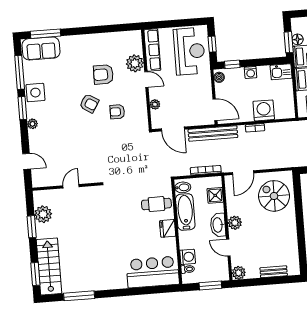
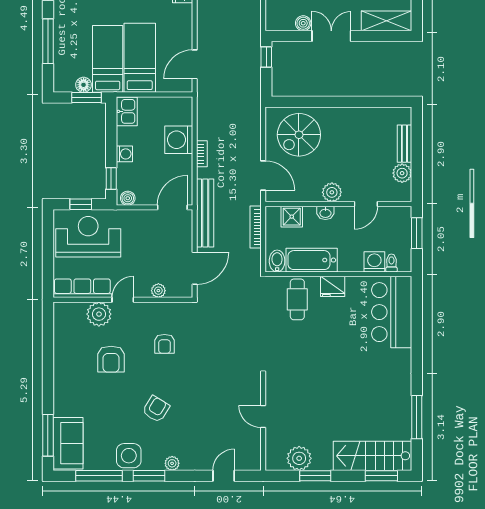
armchair: (89, 103) -> (156, 409), moved
washbasin: (218, 225) -> (325, 213), width x0.52, depth x0.69
plant: (239, 273) -> (402, 173), moved

